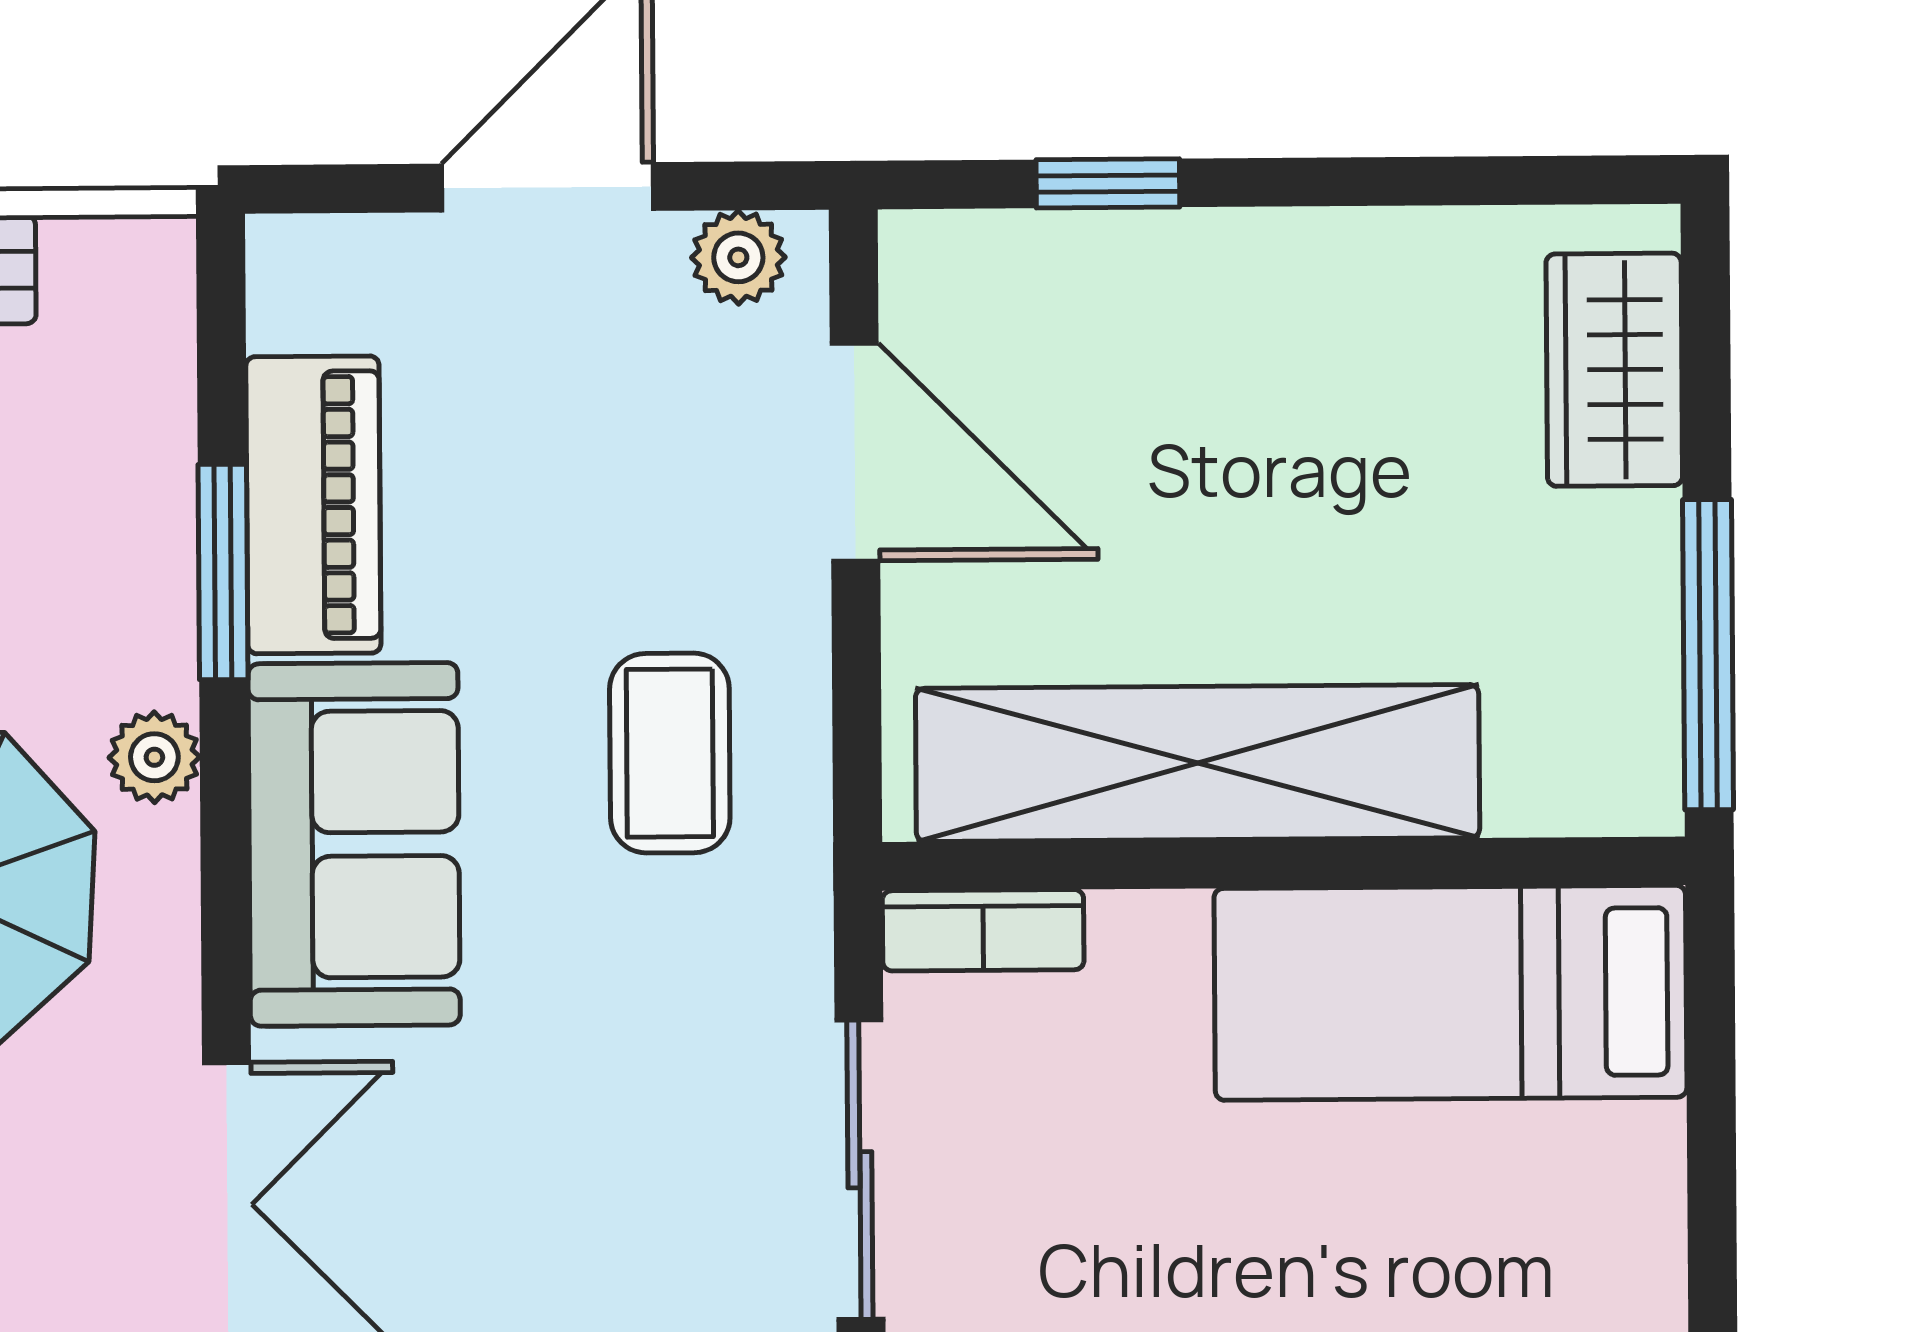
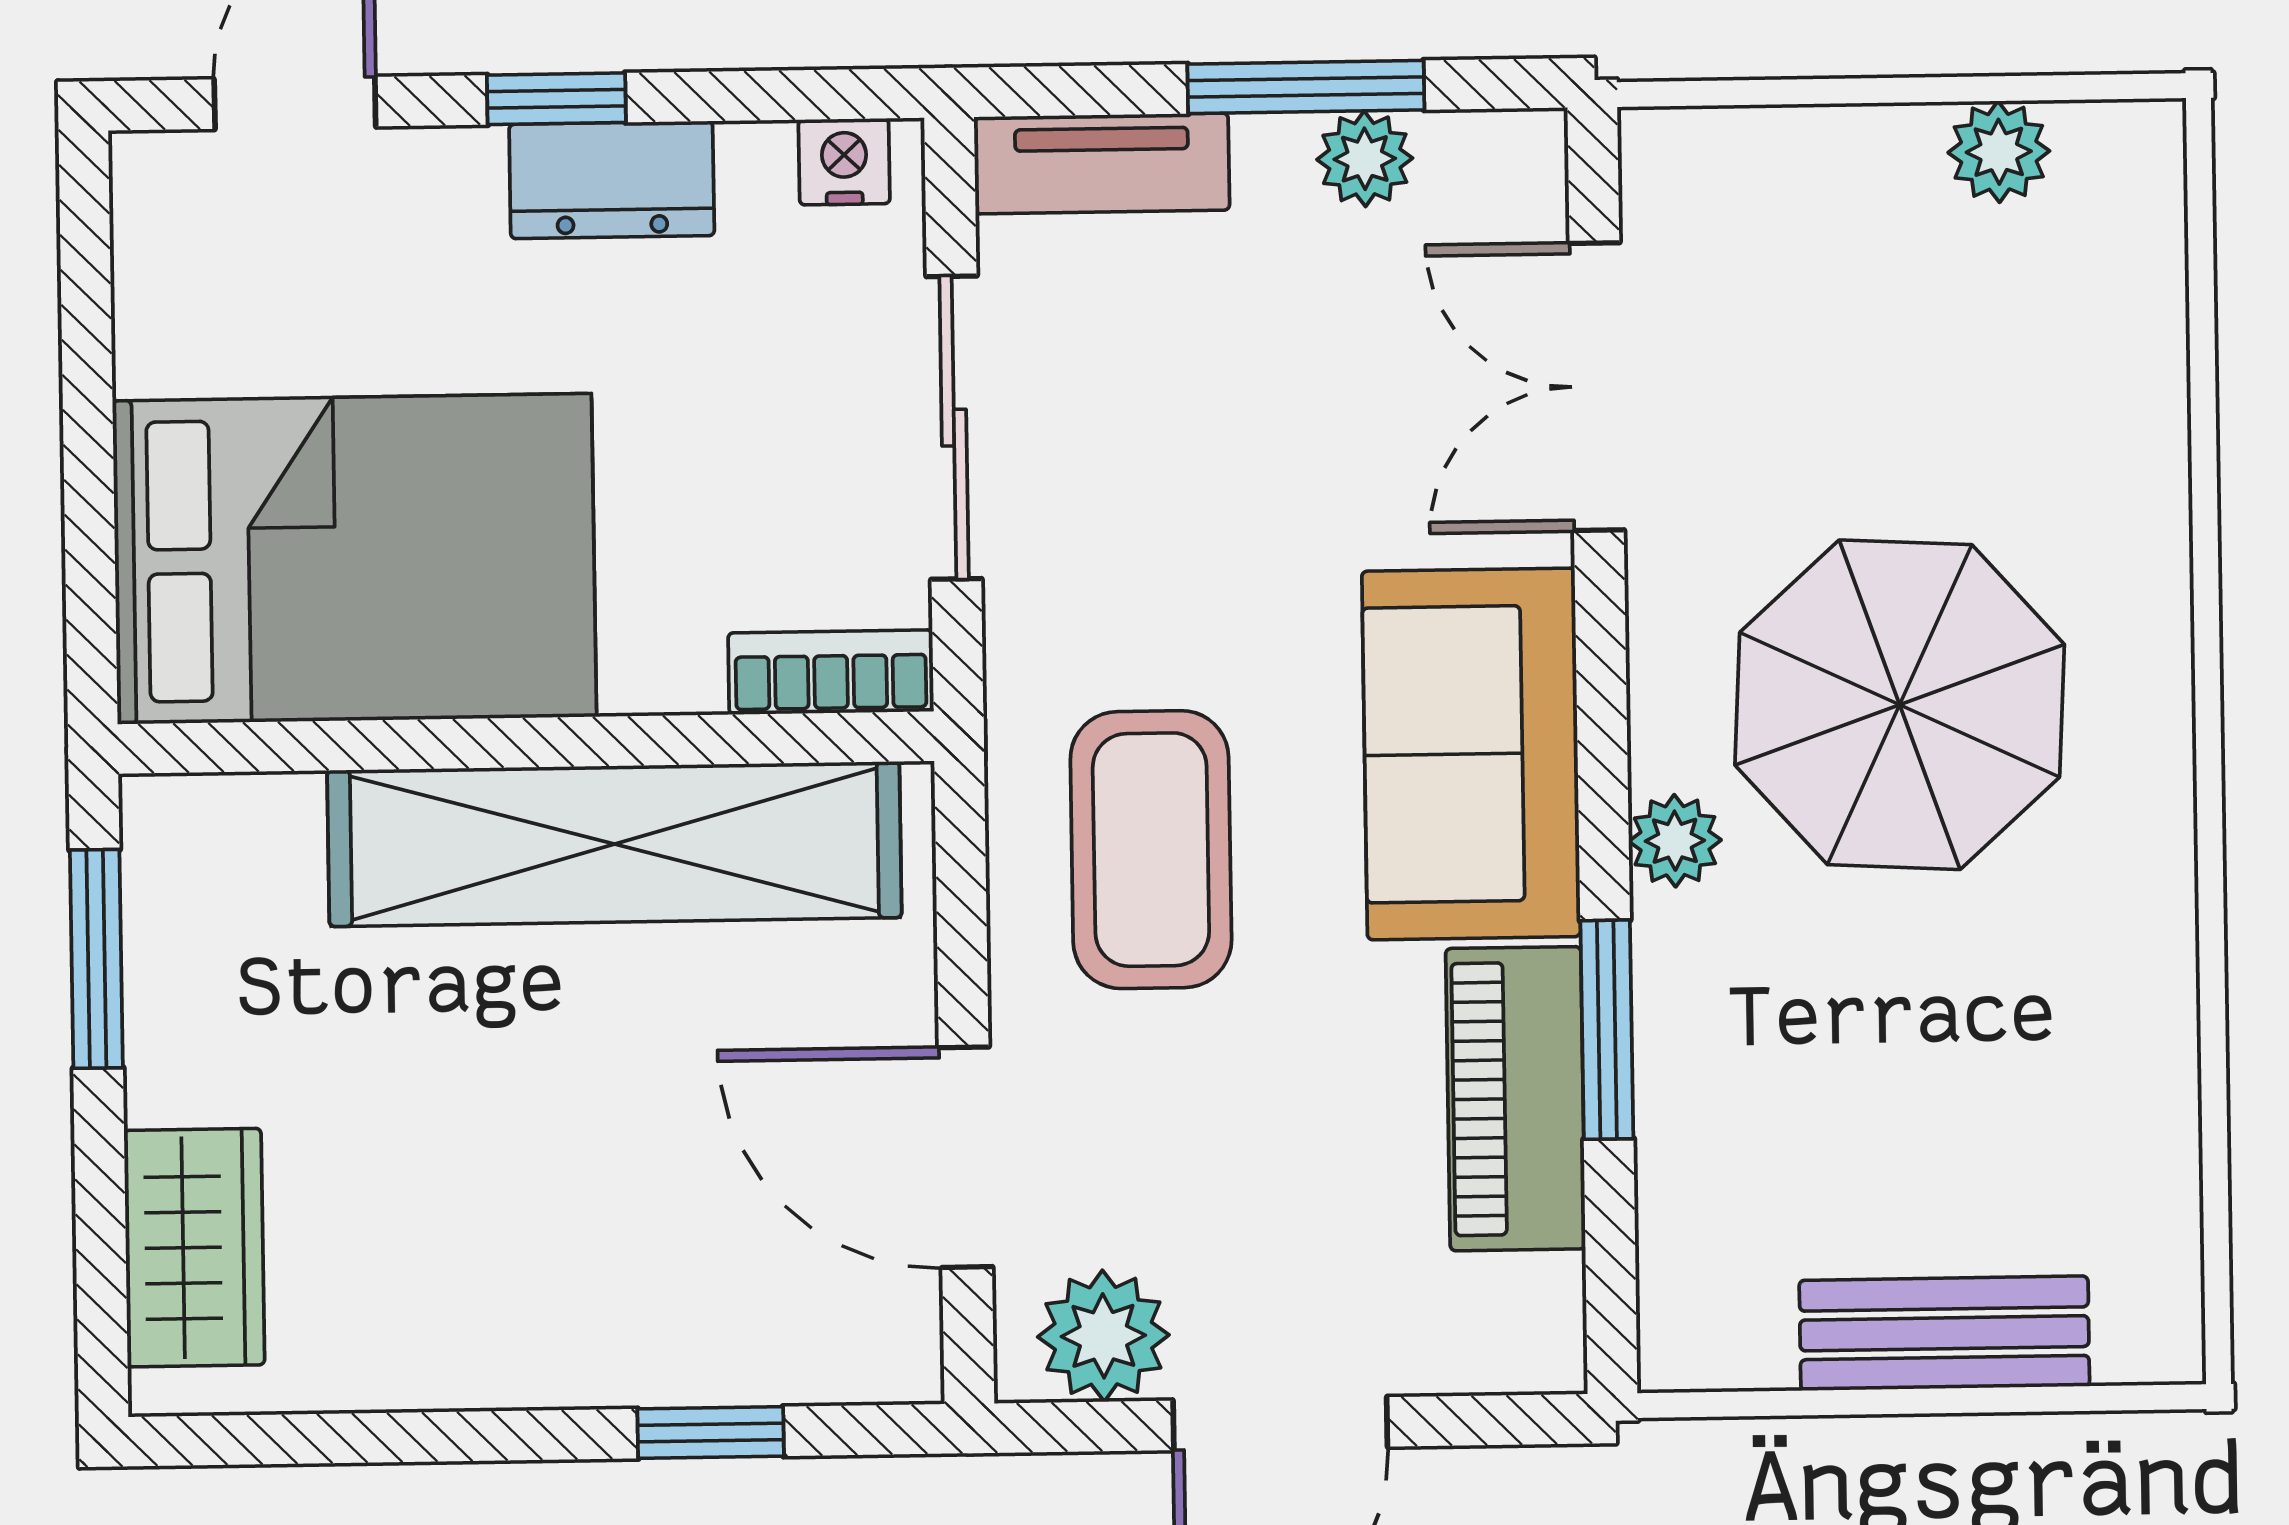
plant: (738, 257) -> (1103, 1336), width x1.38, depth x1.38
window: (1708, 655) -> (96, 959), width x0.69
coffee table: (670, 753) -> (1151, 850), width x1.36, depth x1.30
bed: (1450, 993) -> (354, 559), width x1.50

